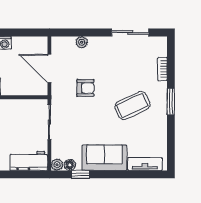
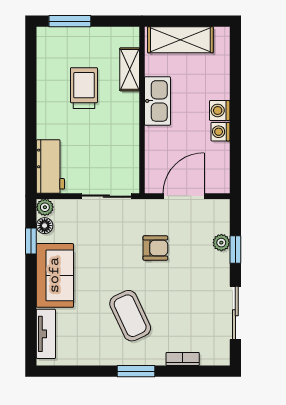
window: (86, 33) -> (235, 250), added
armchair: (85, 88) -> (155, 248), turned -90

